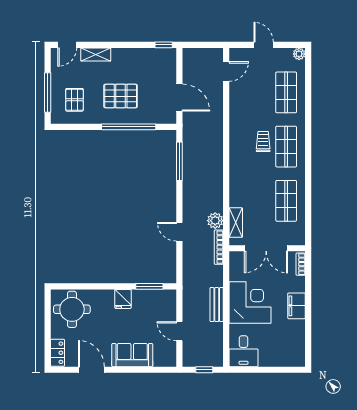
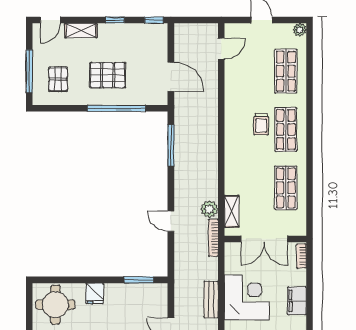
window: (127, 45) -> (115, 20), added
trolley: (263, 142) -> (261, 124), turned 180
fridge: (123, 299) -> (95, 293), moved

